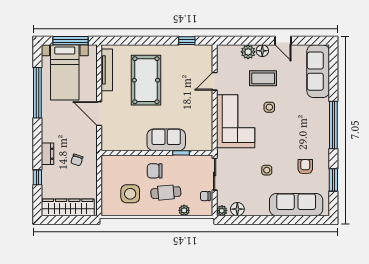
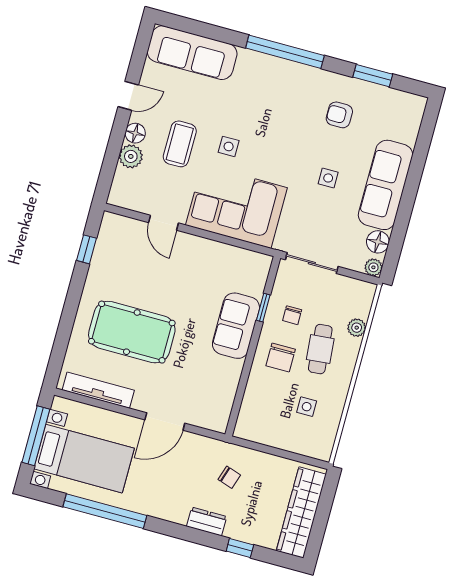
side table: (130, 194) -> (307, 407), width x0.54, depth x0.54
chair: (205, 196) -> (292, 315), moved
sofa: (296, 205) -> (386, 185), moved

